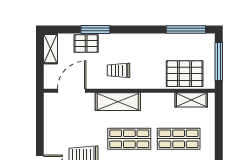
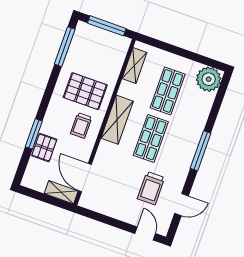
shelving: (50, 49) -> (61, 192), moved
pallet: (185, 74) -> (85, 91), moved, turned 90
shelving: (118, 102) -> (117, 120), moved

